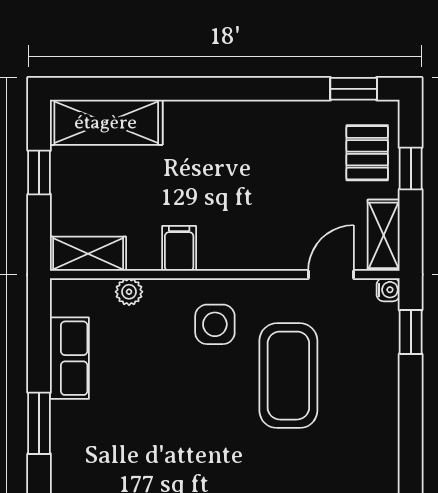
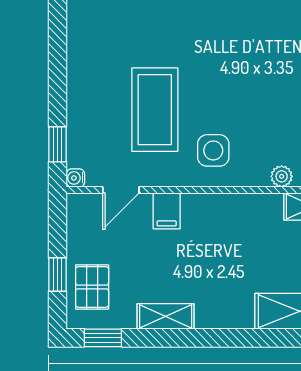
shelving: (384, 235) -> (166, 316), moved, turned 90
filing cabinet: (179, 248) -> (167, 211), moved

